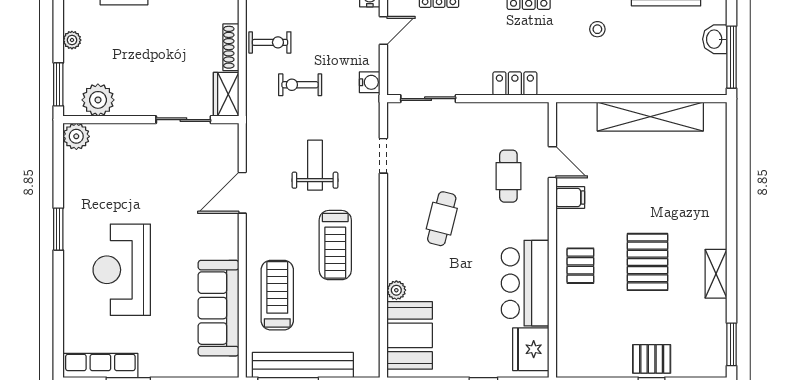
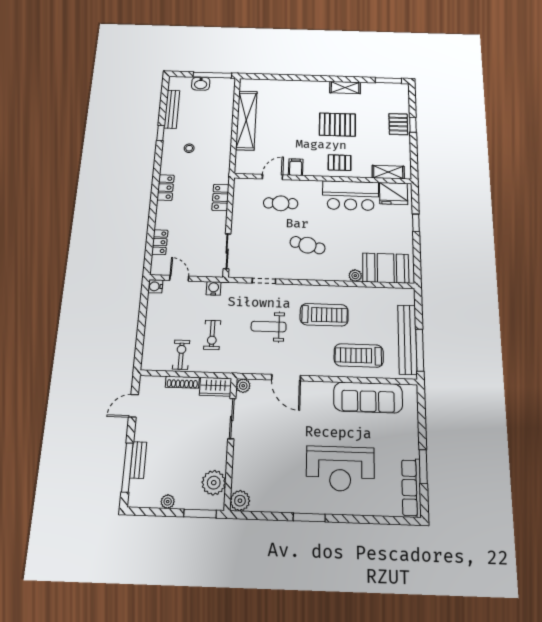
plant: (229, 133) -> (243, 386), added
shelving: (567, 342) -> (388, 172), added

